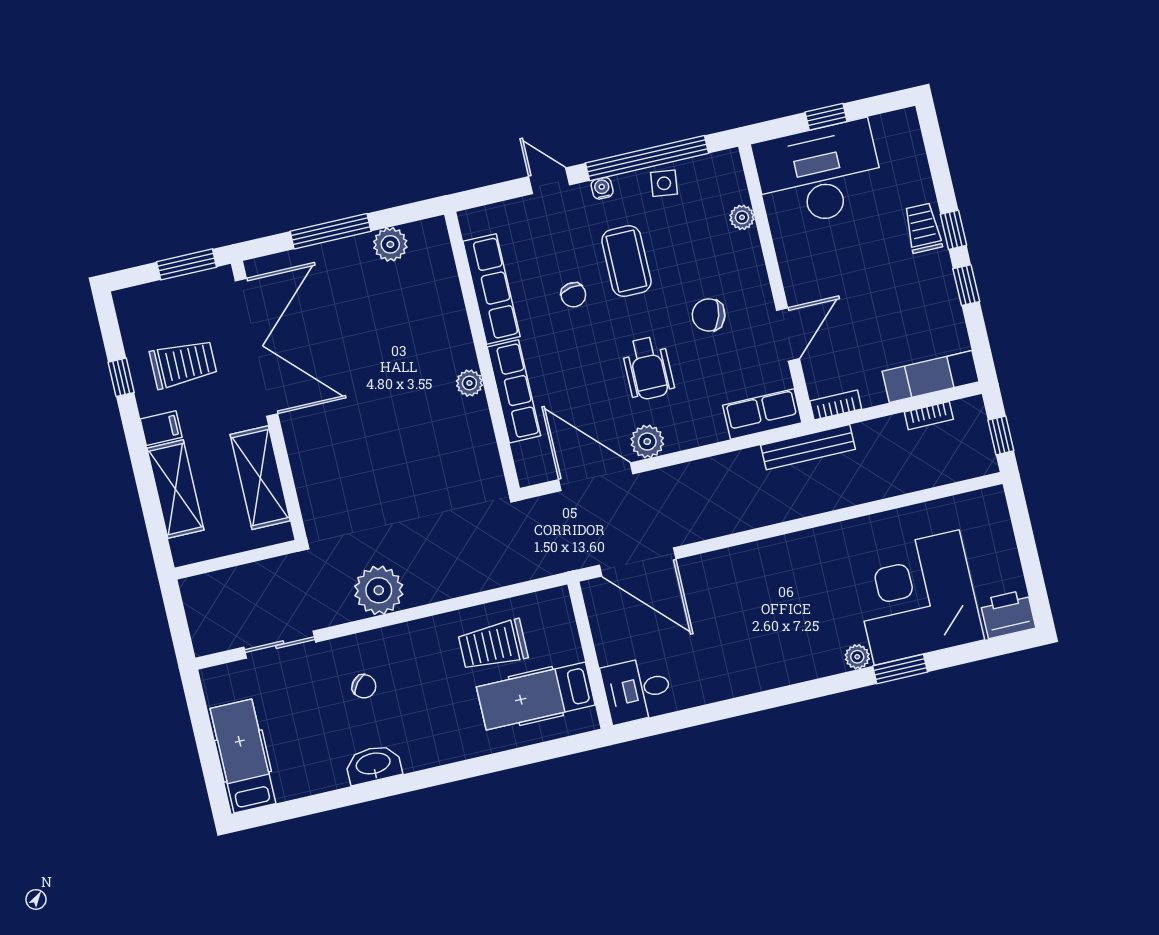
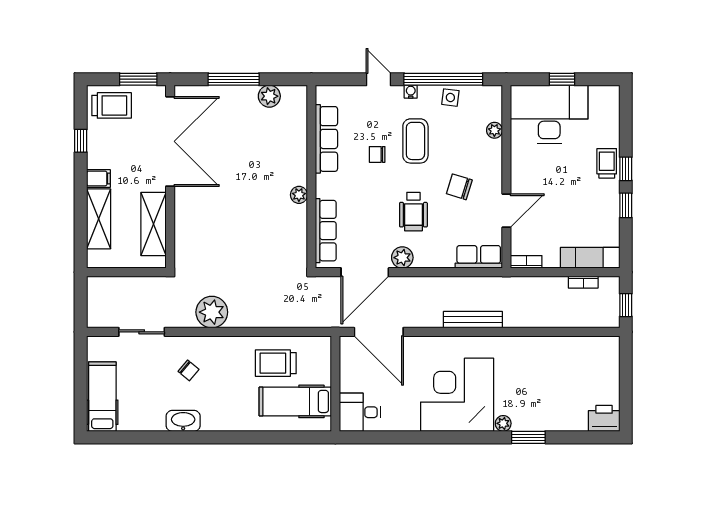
chair: (573, 295) -> (377, 154), turned 100
trolley: (183, 364) -> (112, 105), moved
row of seats: (514, 391) -> (326, 231), moved
bench: (808, 447) -> (473, 320), moved
door: (596, 477) -> (365, 272), swing flipped
corner desk: (917, 597) -> (457, 395), moved

